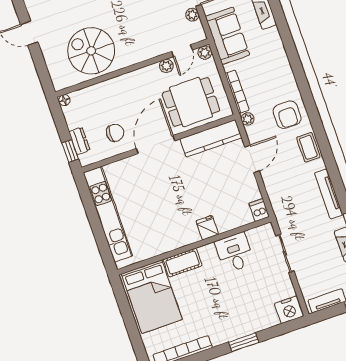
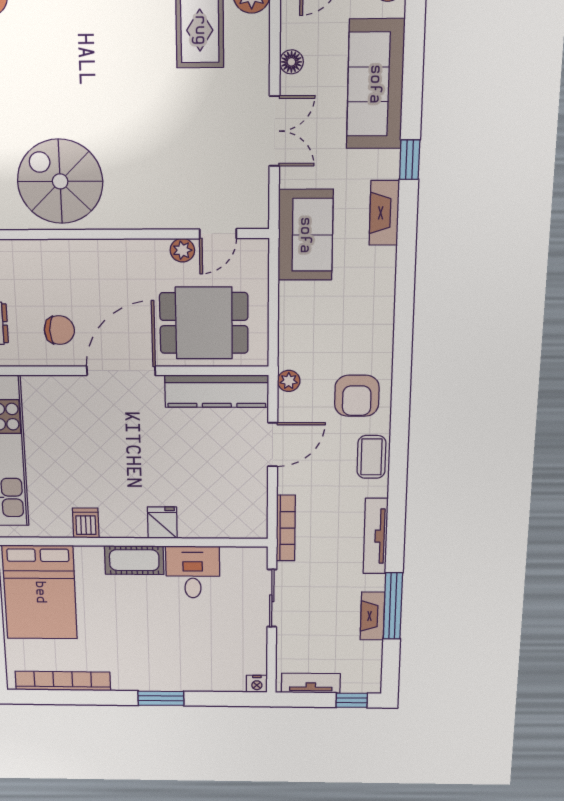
plant: (192, 15) -> (258, 179), removed
plant: (205, 53) -> (256, 250), removed
bookcase: (237, 92) -> (286, 528), moved
dishwasher: (259, 210) -> (86, 523), moved
cot: (183, 263) -> (134, 560), moved
nightstand: (289, 310) -> (257, 684), width x0.53, depth x0.56

